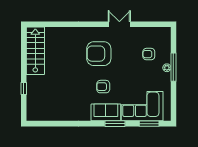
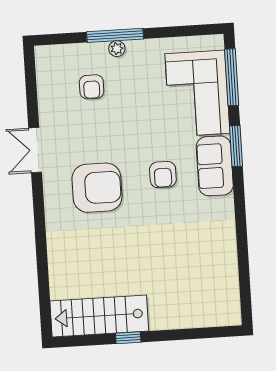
armchair: (99, 54) -> (97, 188), turned -90
window: (24, 88) -> (128, 338), moved
window: (149, 124) -> (232, 77), width x1.44

